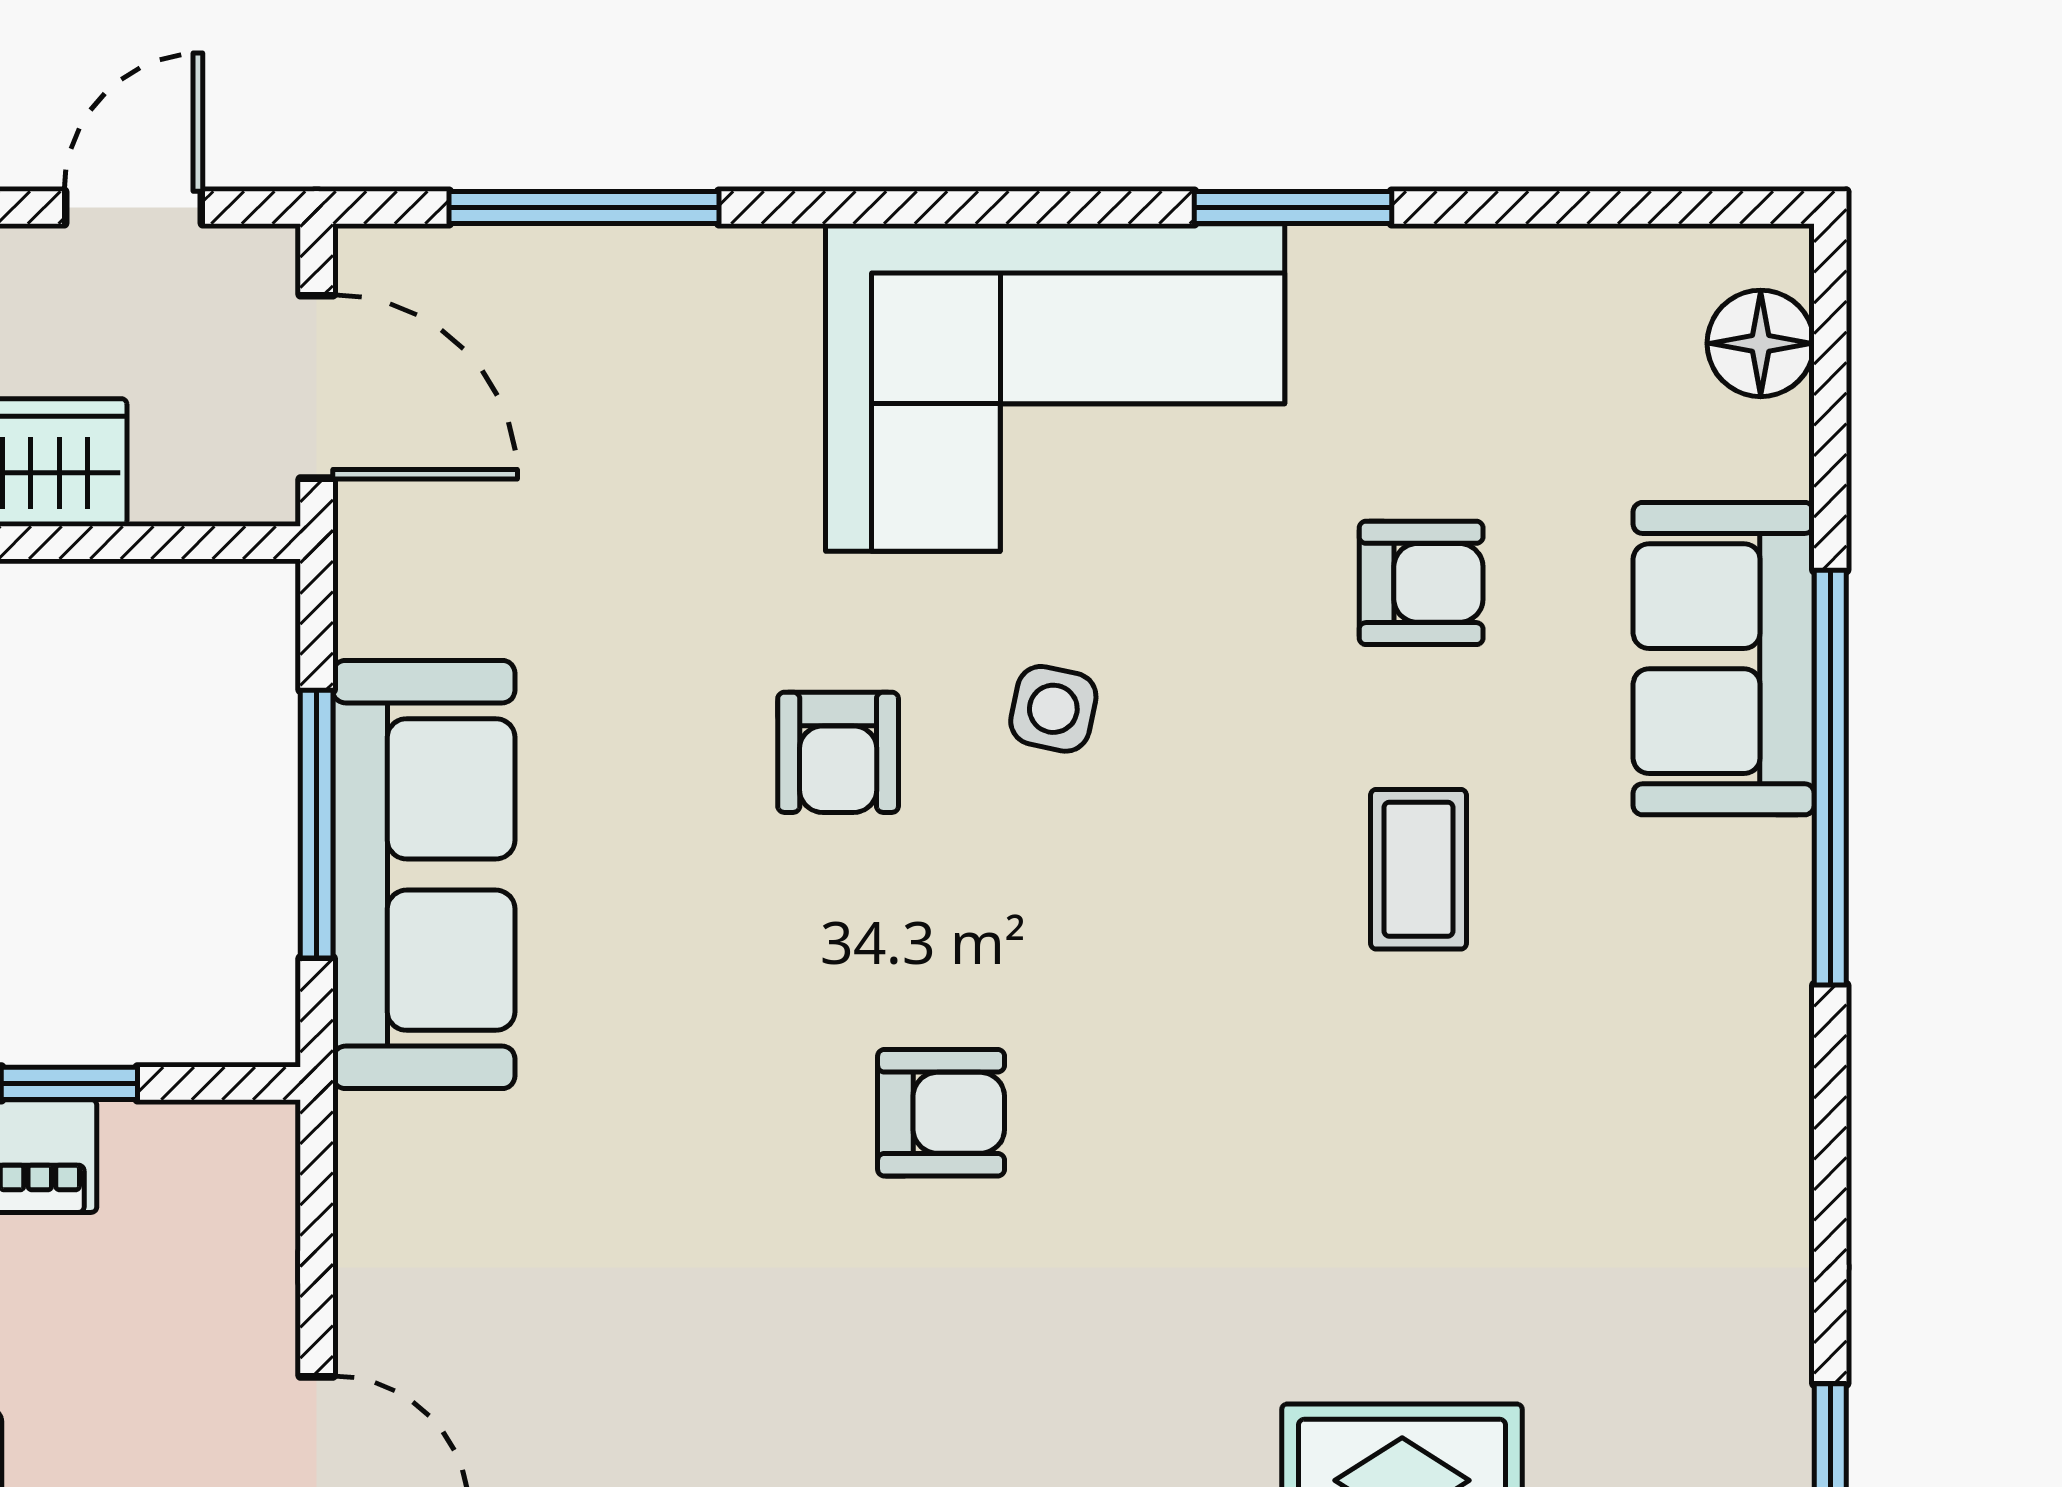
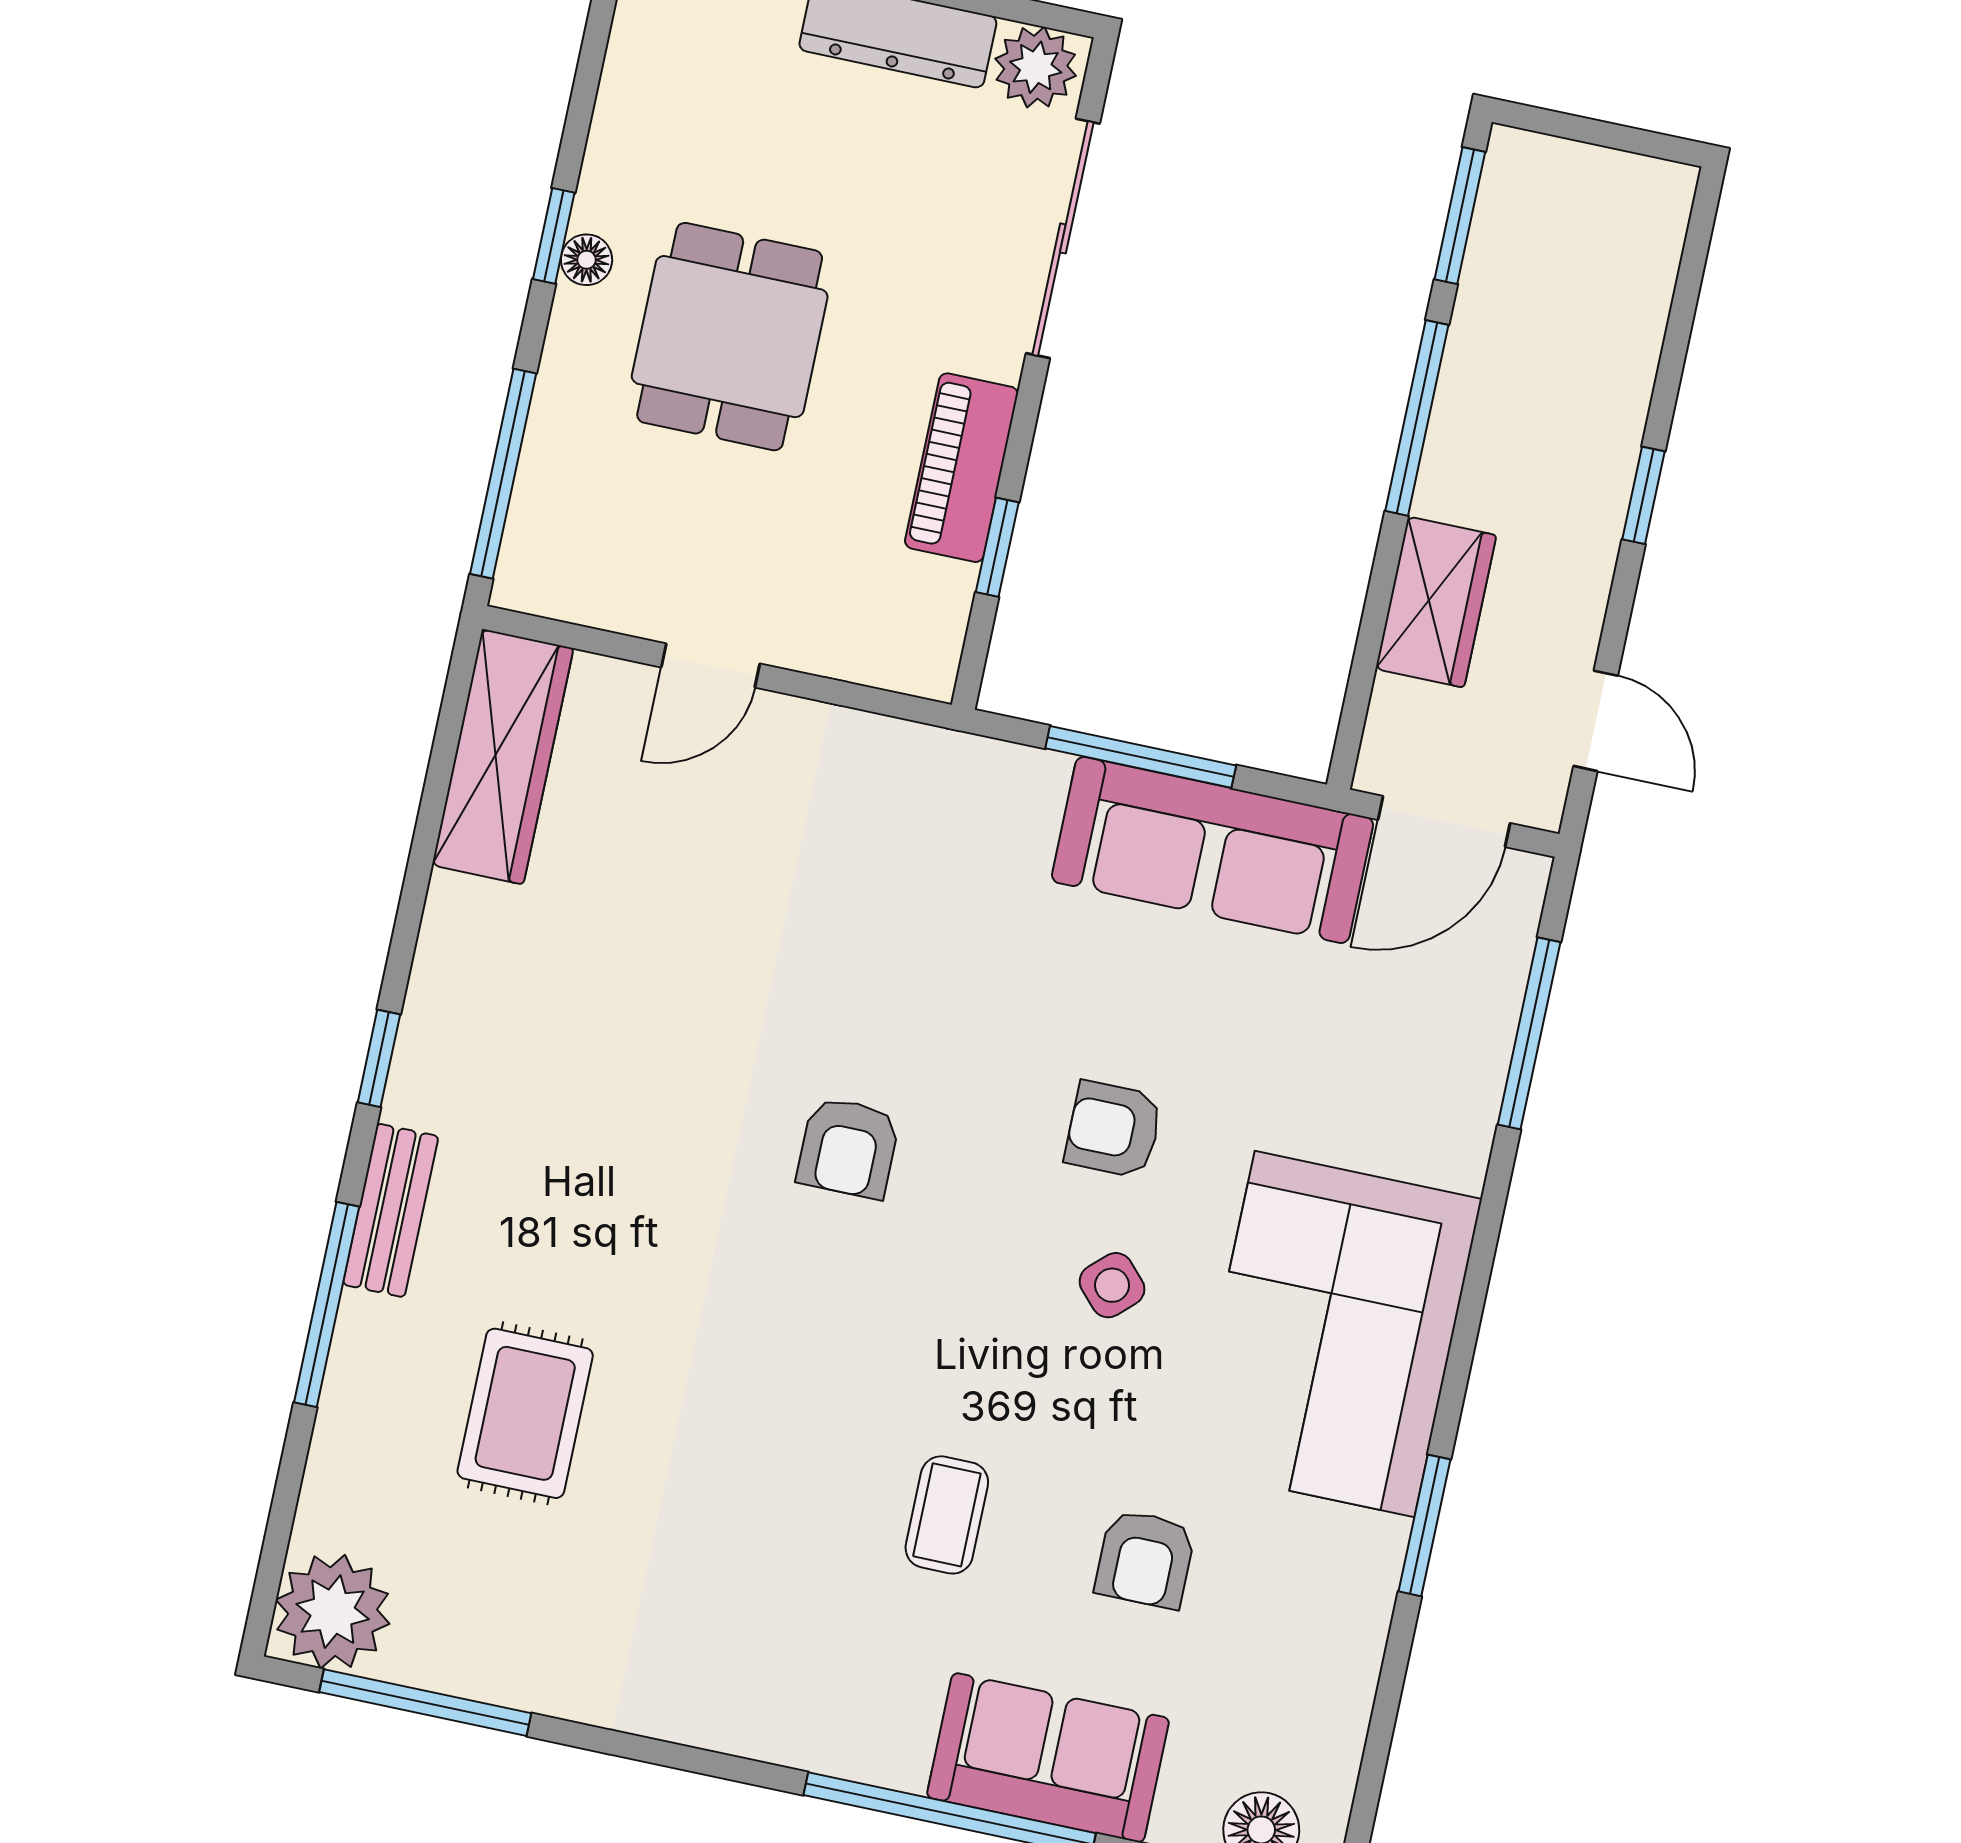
side table: (1053, 709) -> (1112, 1285), turned 35
coffee table: (1419, 869) -> (947, 1515), turned 90
sofa: (424, 875) -> (1212, 850), moved

